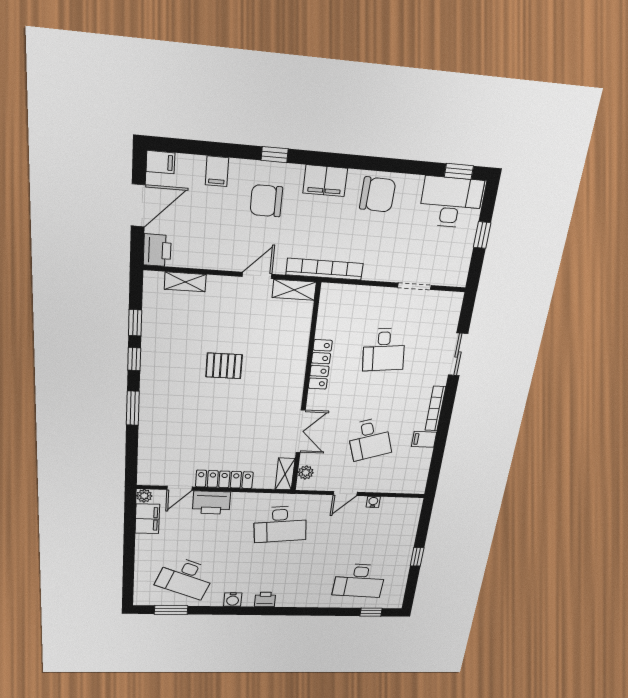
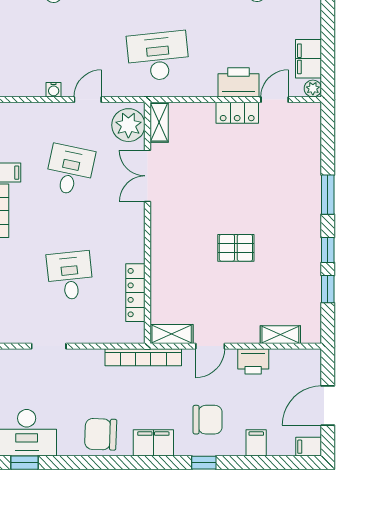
printer: (157, 250) -> (253, 361), moved, turned -90
locker: (320, 365) -> (135, 293), moved
desk: (369, 439) -> (70, 170), turned 30
plant: (306, 472) -> (128, 125), width x1.88, depth x1.88
locker: (224, 479) -> (237, 113), width x0.66

